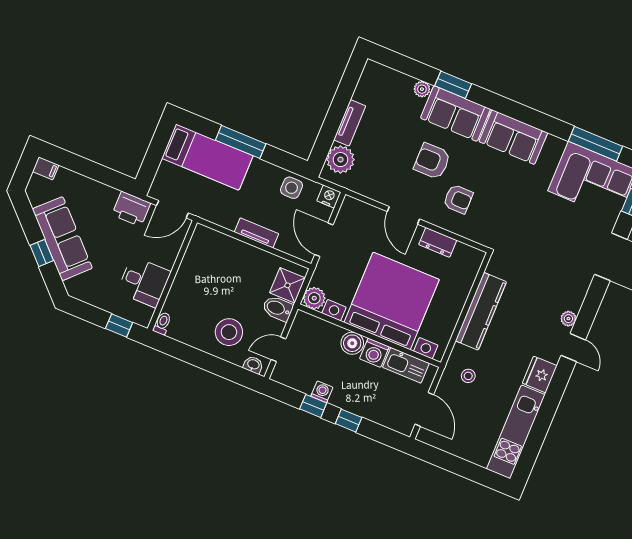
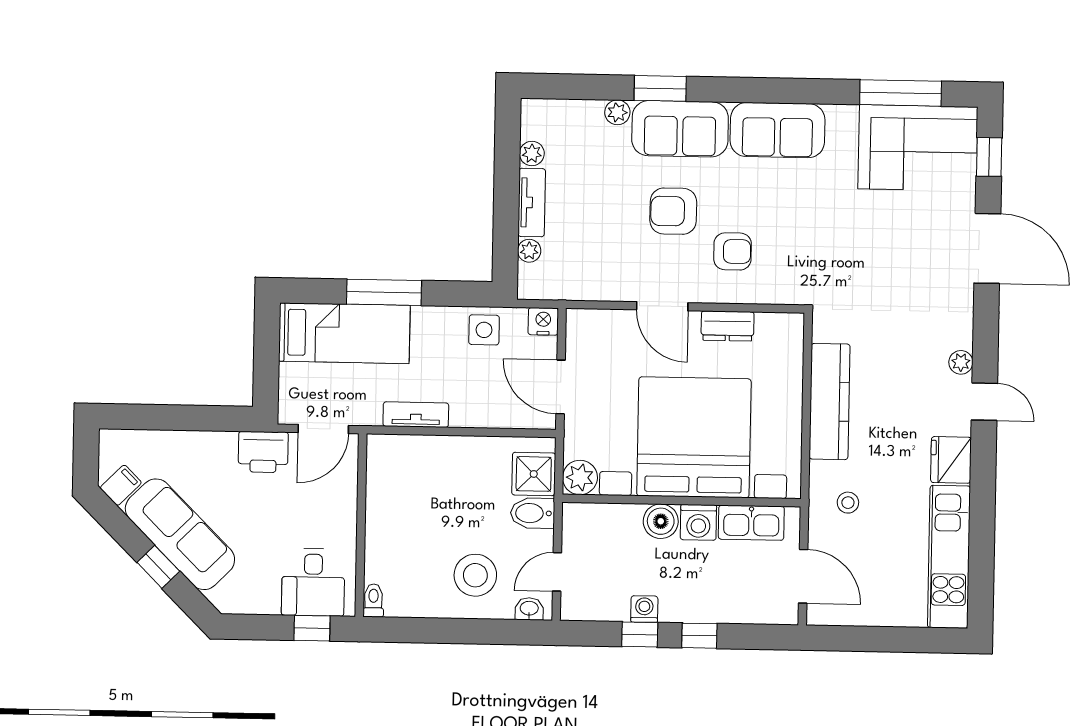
plant: (361, 94) -> (532, 153), added
plant: (340, 160) -> (529, 251), width x0.53, depth x0.53
filing cabinet: (46, 168) -> (121, 485), moved, turned -45
tv unit: (256, 233) -> (416, 415), moved
desk: (144, 282) -> (313, 582), moved, turned 90

